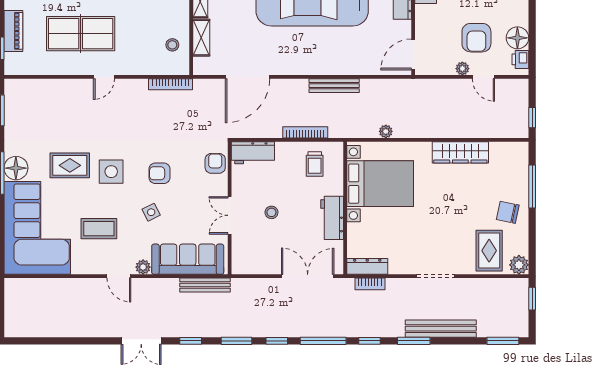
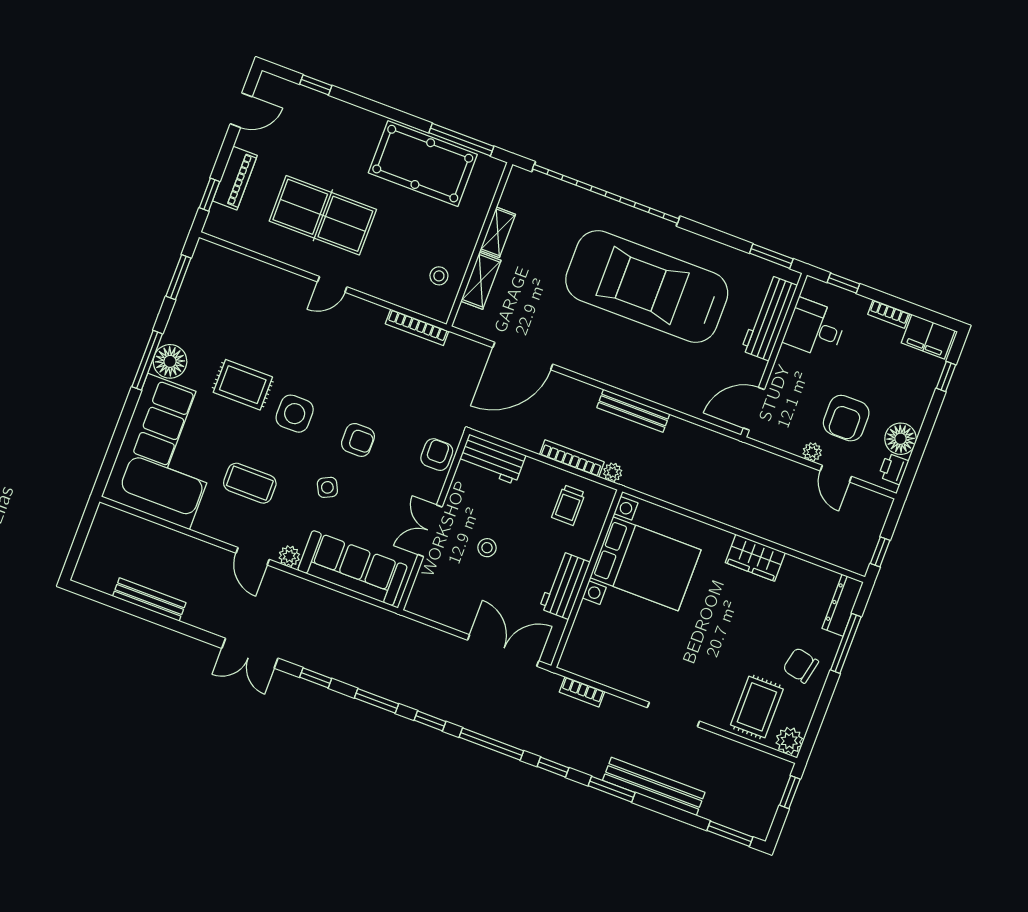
plant: (386, 131) -> (613, 472), moved
wardrobe: (460, 152) -> (755, 558), width x0.67
armchair: (160, 173) -> (358, 440), turned 180
dresser: (367, 266) -> (843, 605), moved, turned -90
bench: (205, 285) -> (149, 599), moved

